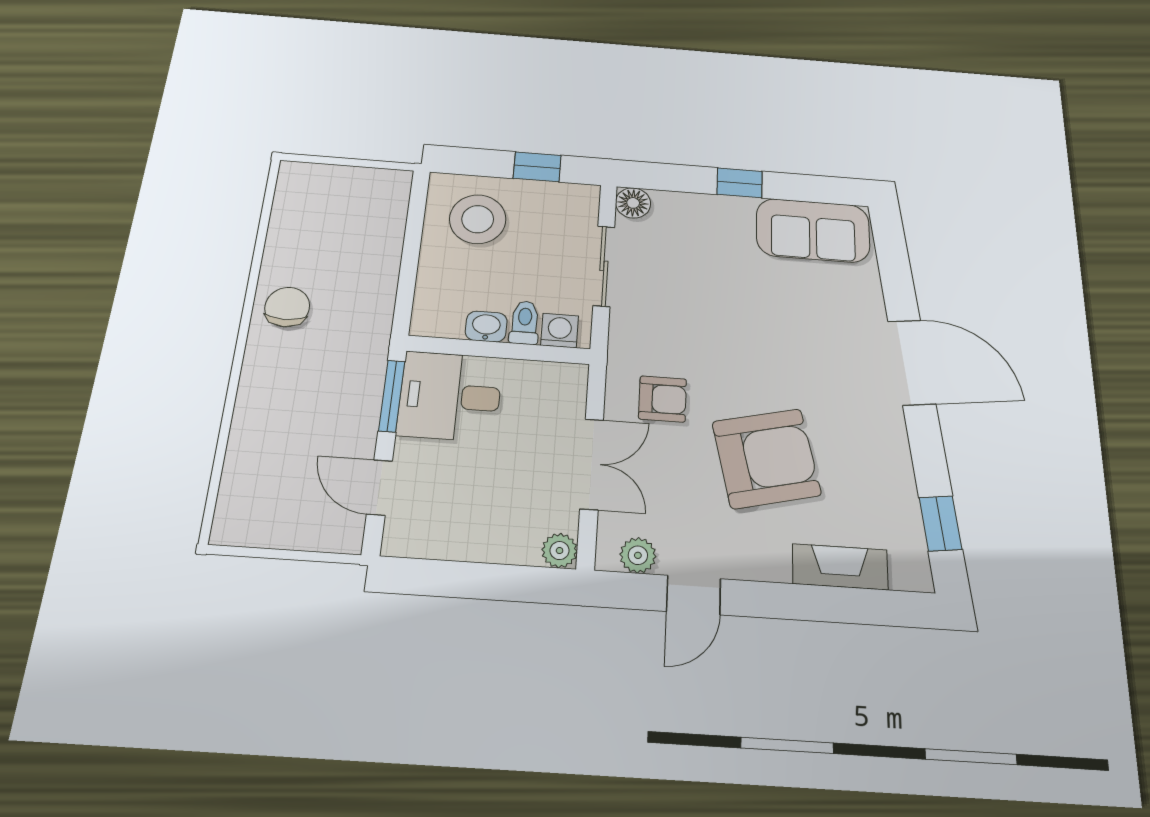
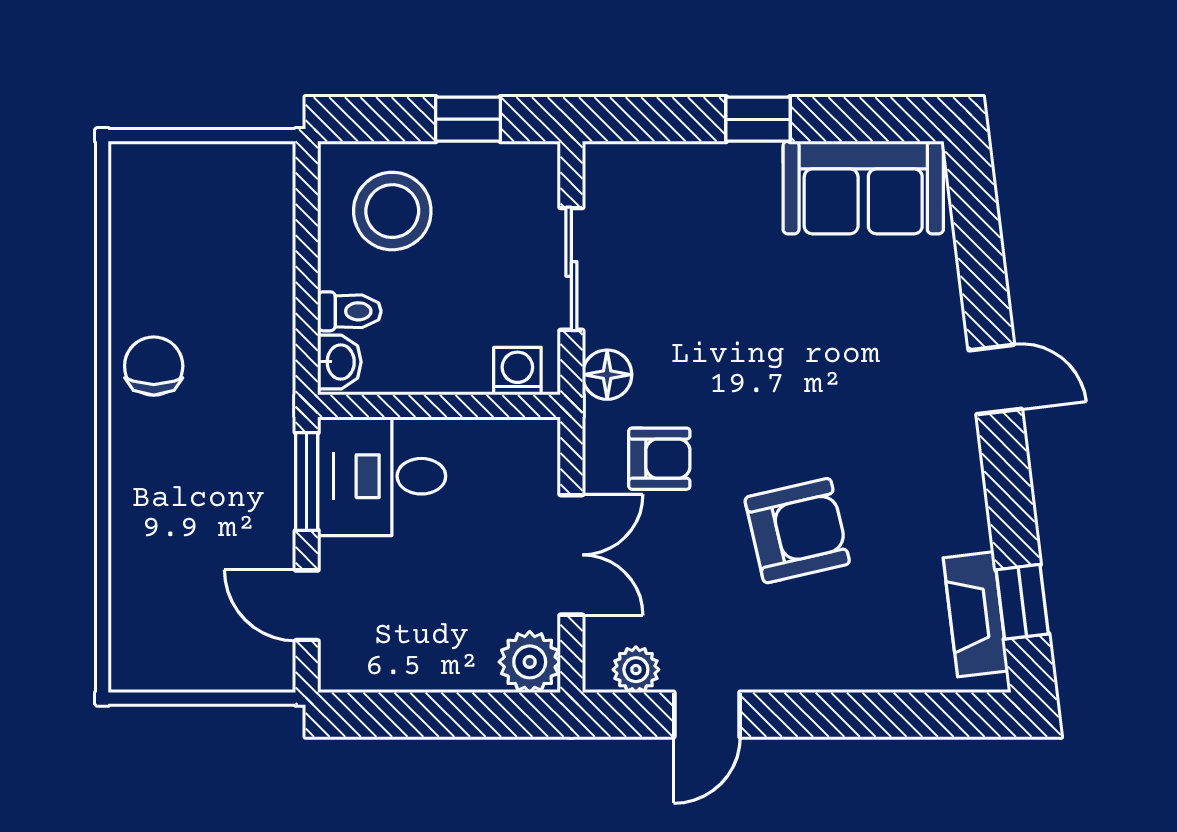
floor lamp: (633, 203) -> (607, 375), moved
toilet: (525, 323) -> (349, 311), moved, turned 90
washbasin: (486, 327) -> (339, 362), moved, turned 90
door: (912, 362) -> (995, 380), width x0.53
armchair: (766, 458) -> (797, 531), width x0.73, depth x0.73
plant: (560, 551) -> (530, 662), width x1.38, depth x1.38
fireplace: (840, 567) -> (976, 614), moved, turned -97

